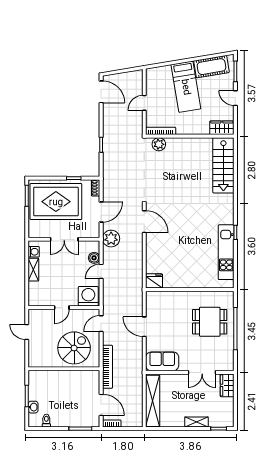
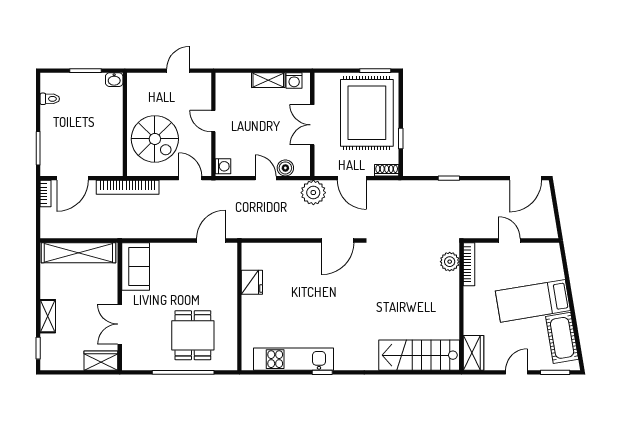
fridge: (154, 281) -> (252, 282), moved
washing machine: (88, 296) -> (223, 166), width x0.53, depth x0.53
door: (144, 327) -> (211, 241), moved
washbasin: (33, 407) -> (114, 80), moved

